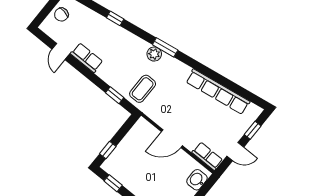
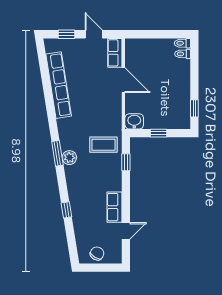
chair: (61, 15) -> (97, 253), turned -71
door: (172, 139) -> (123, 80), moved
window: (108, 150) -> (159, 133), moved
washbasin: (197, 180) -> (134, 121), moved, turned 180

